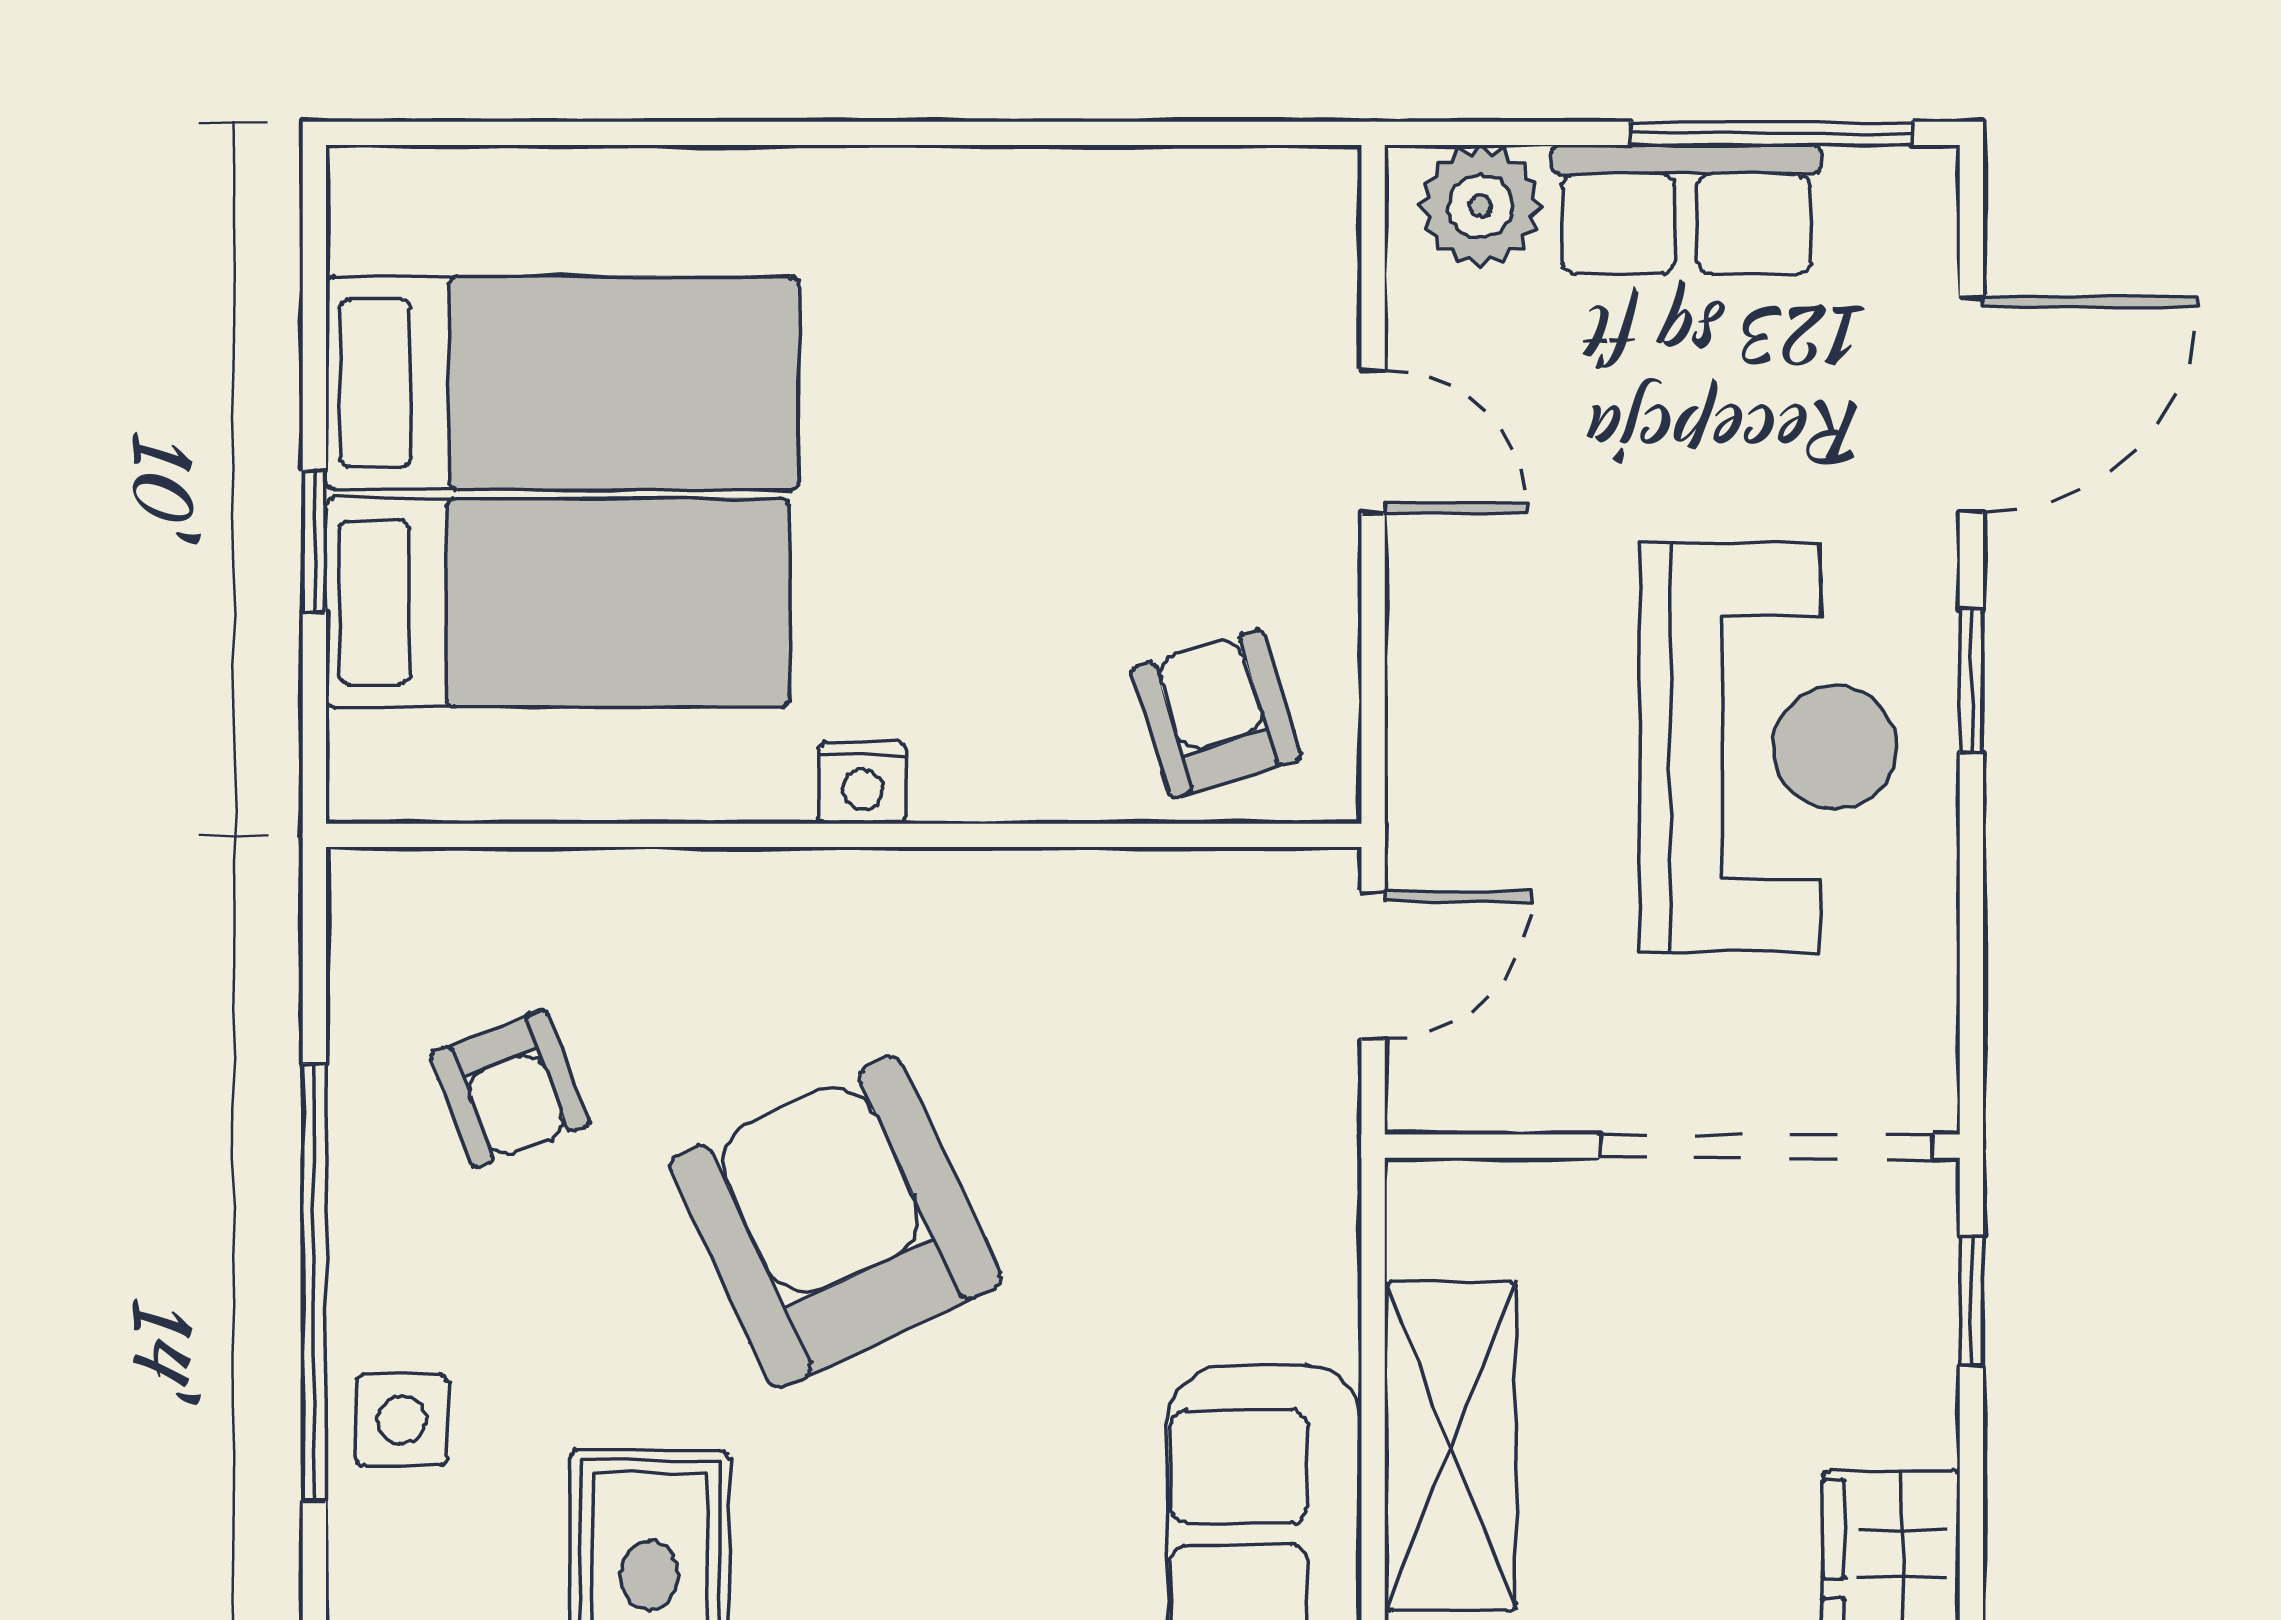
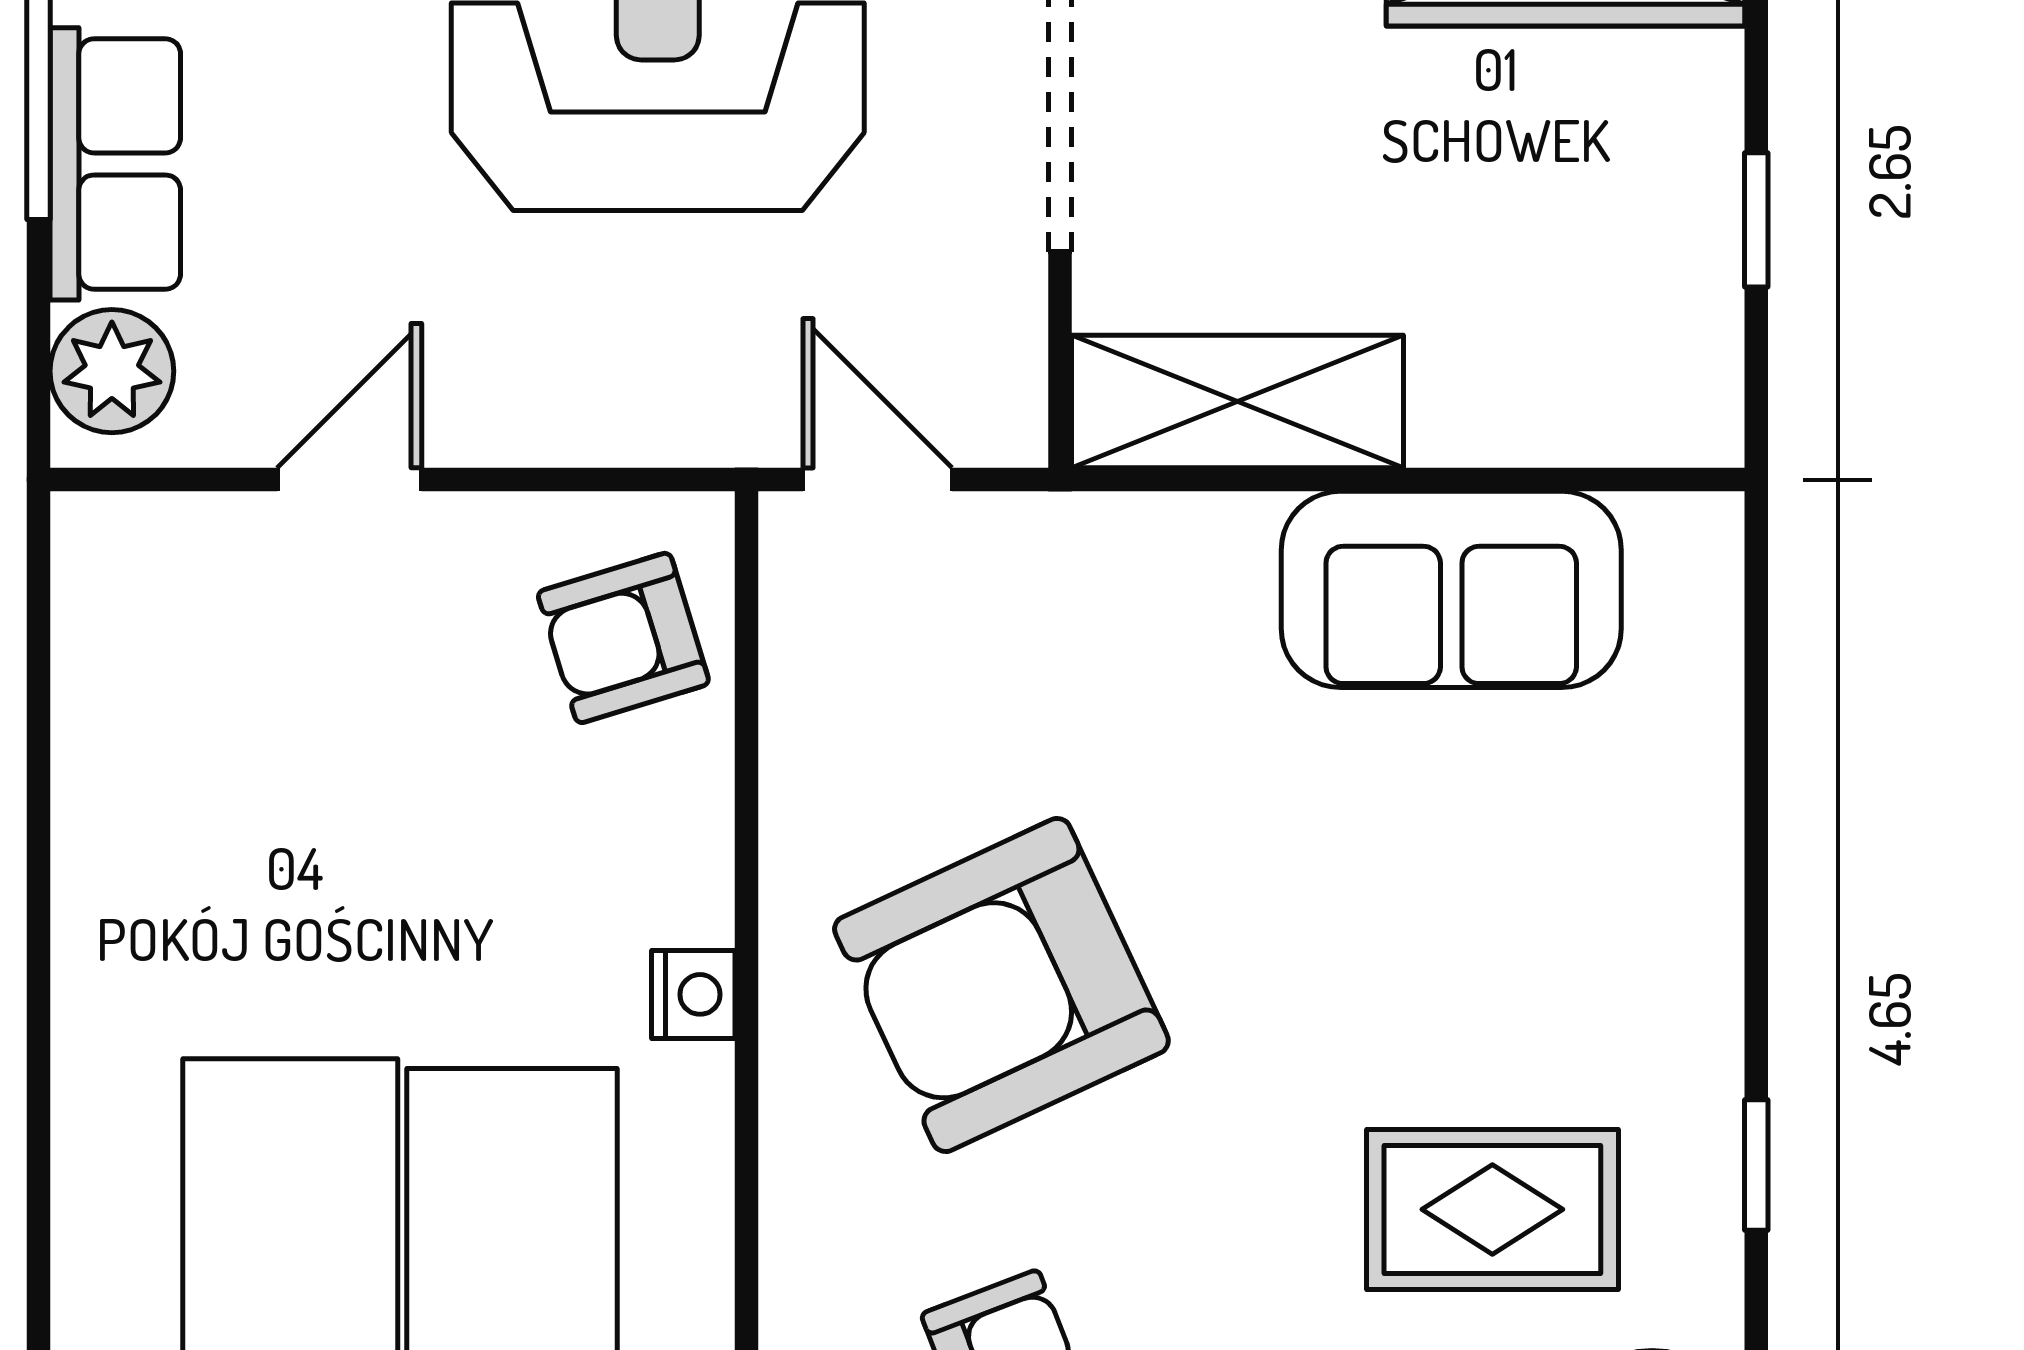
armchair: (835, 1222) -> (1001, 985), moved
shelving: (1450, 1446) -> (1237, 402), moved

